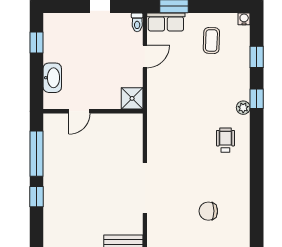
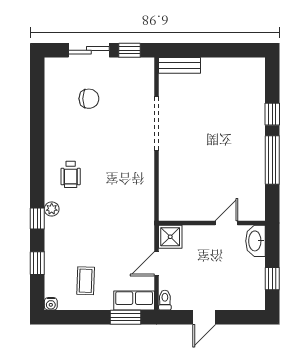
shower: (132, 98) -> (170, 237), moved
door: (79, 111) -> (226, 223), moved
wall: (93, 111) -> (212, 223), moved

